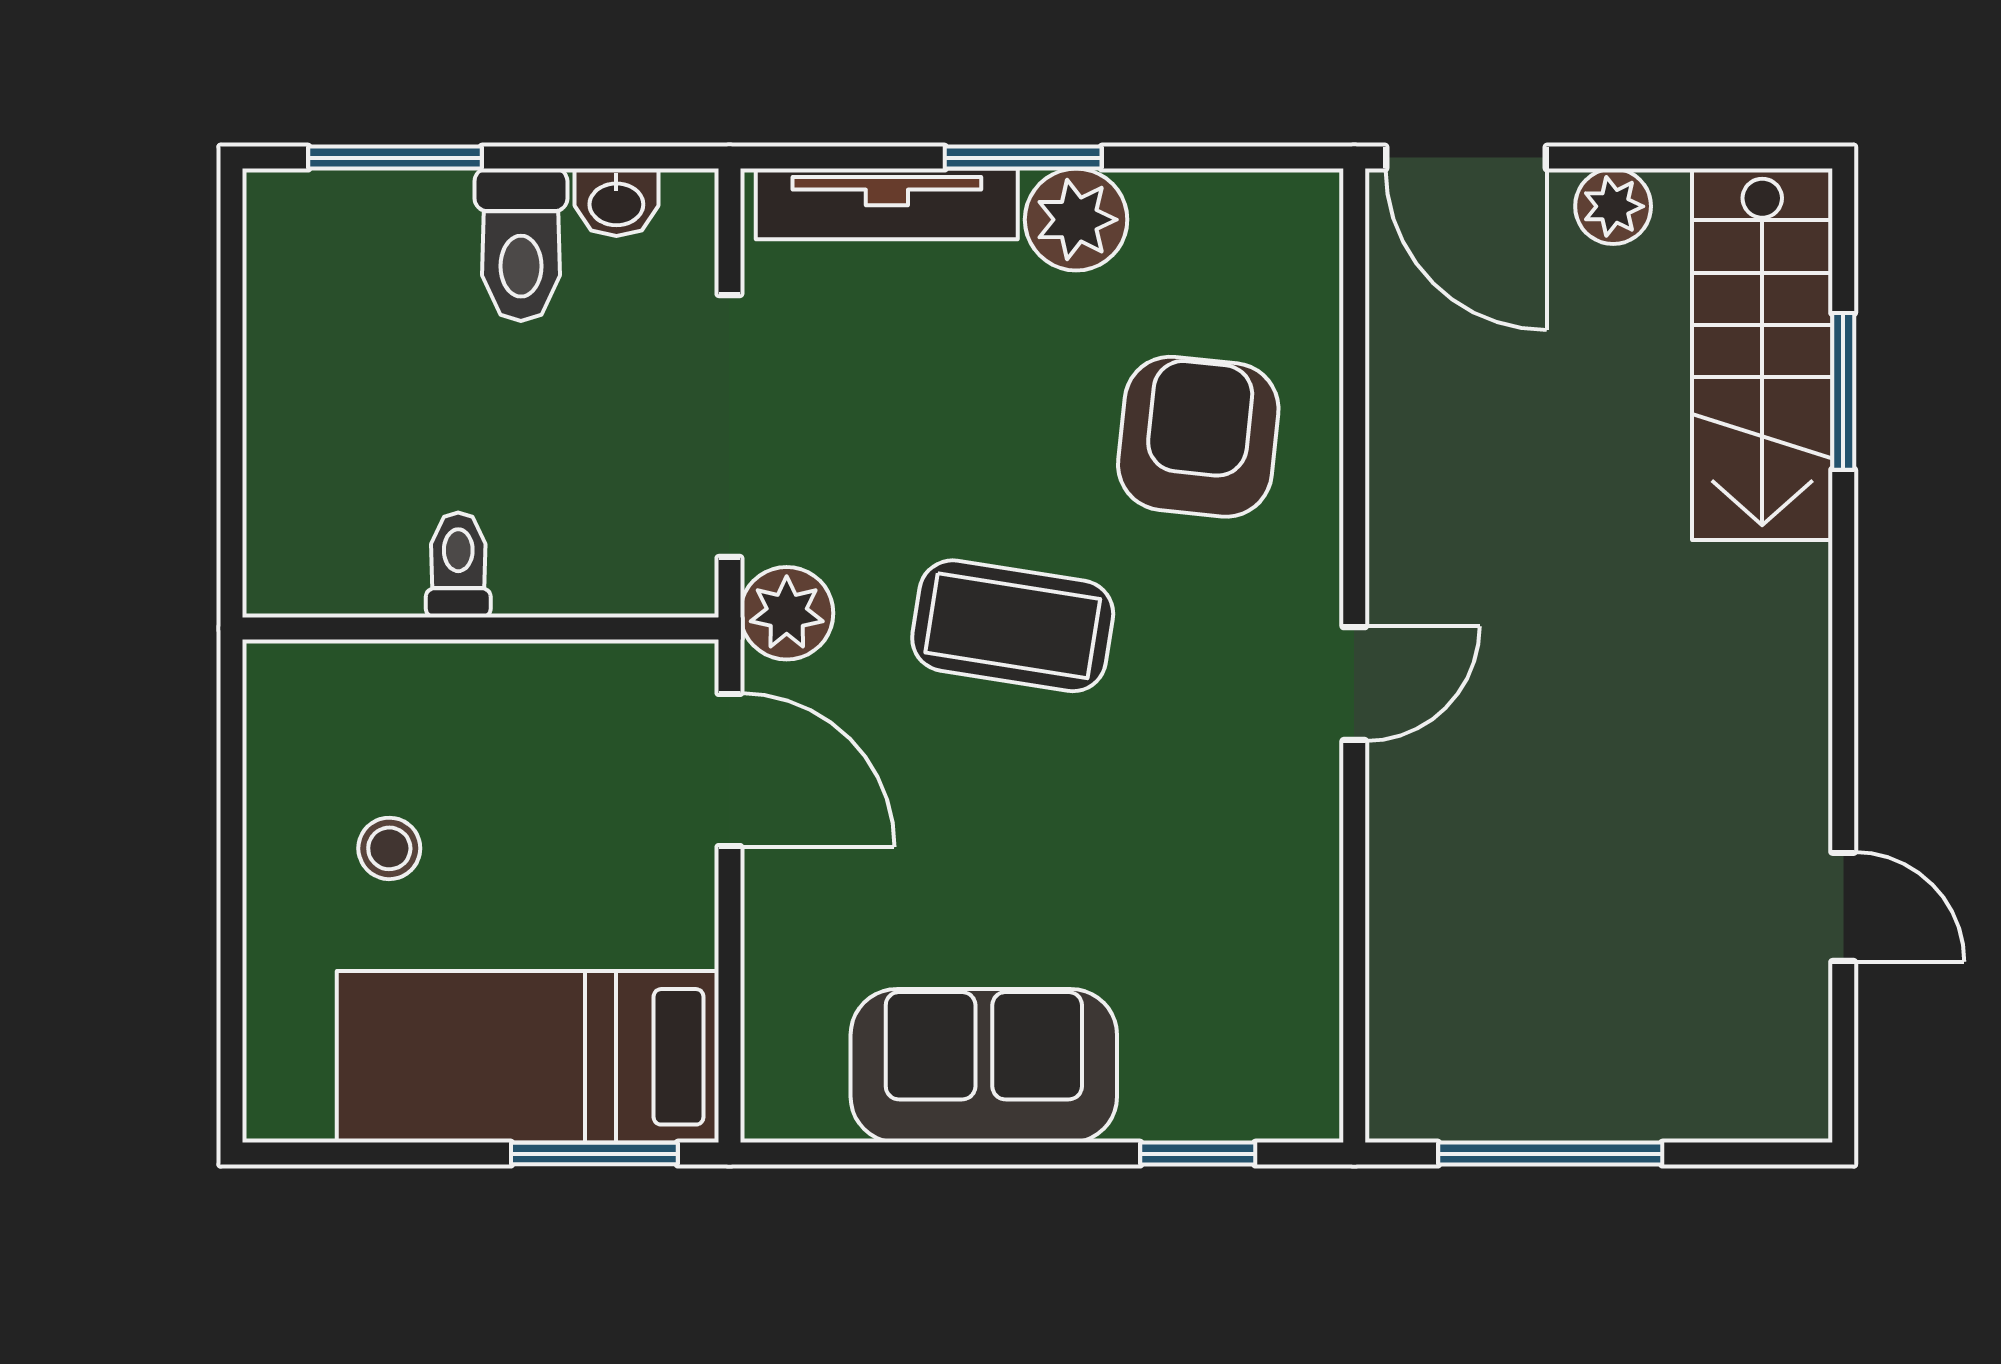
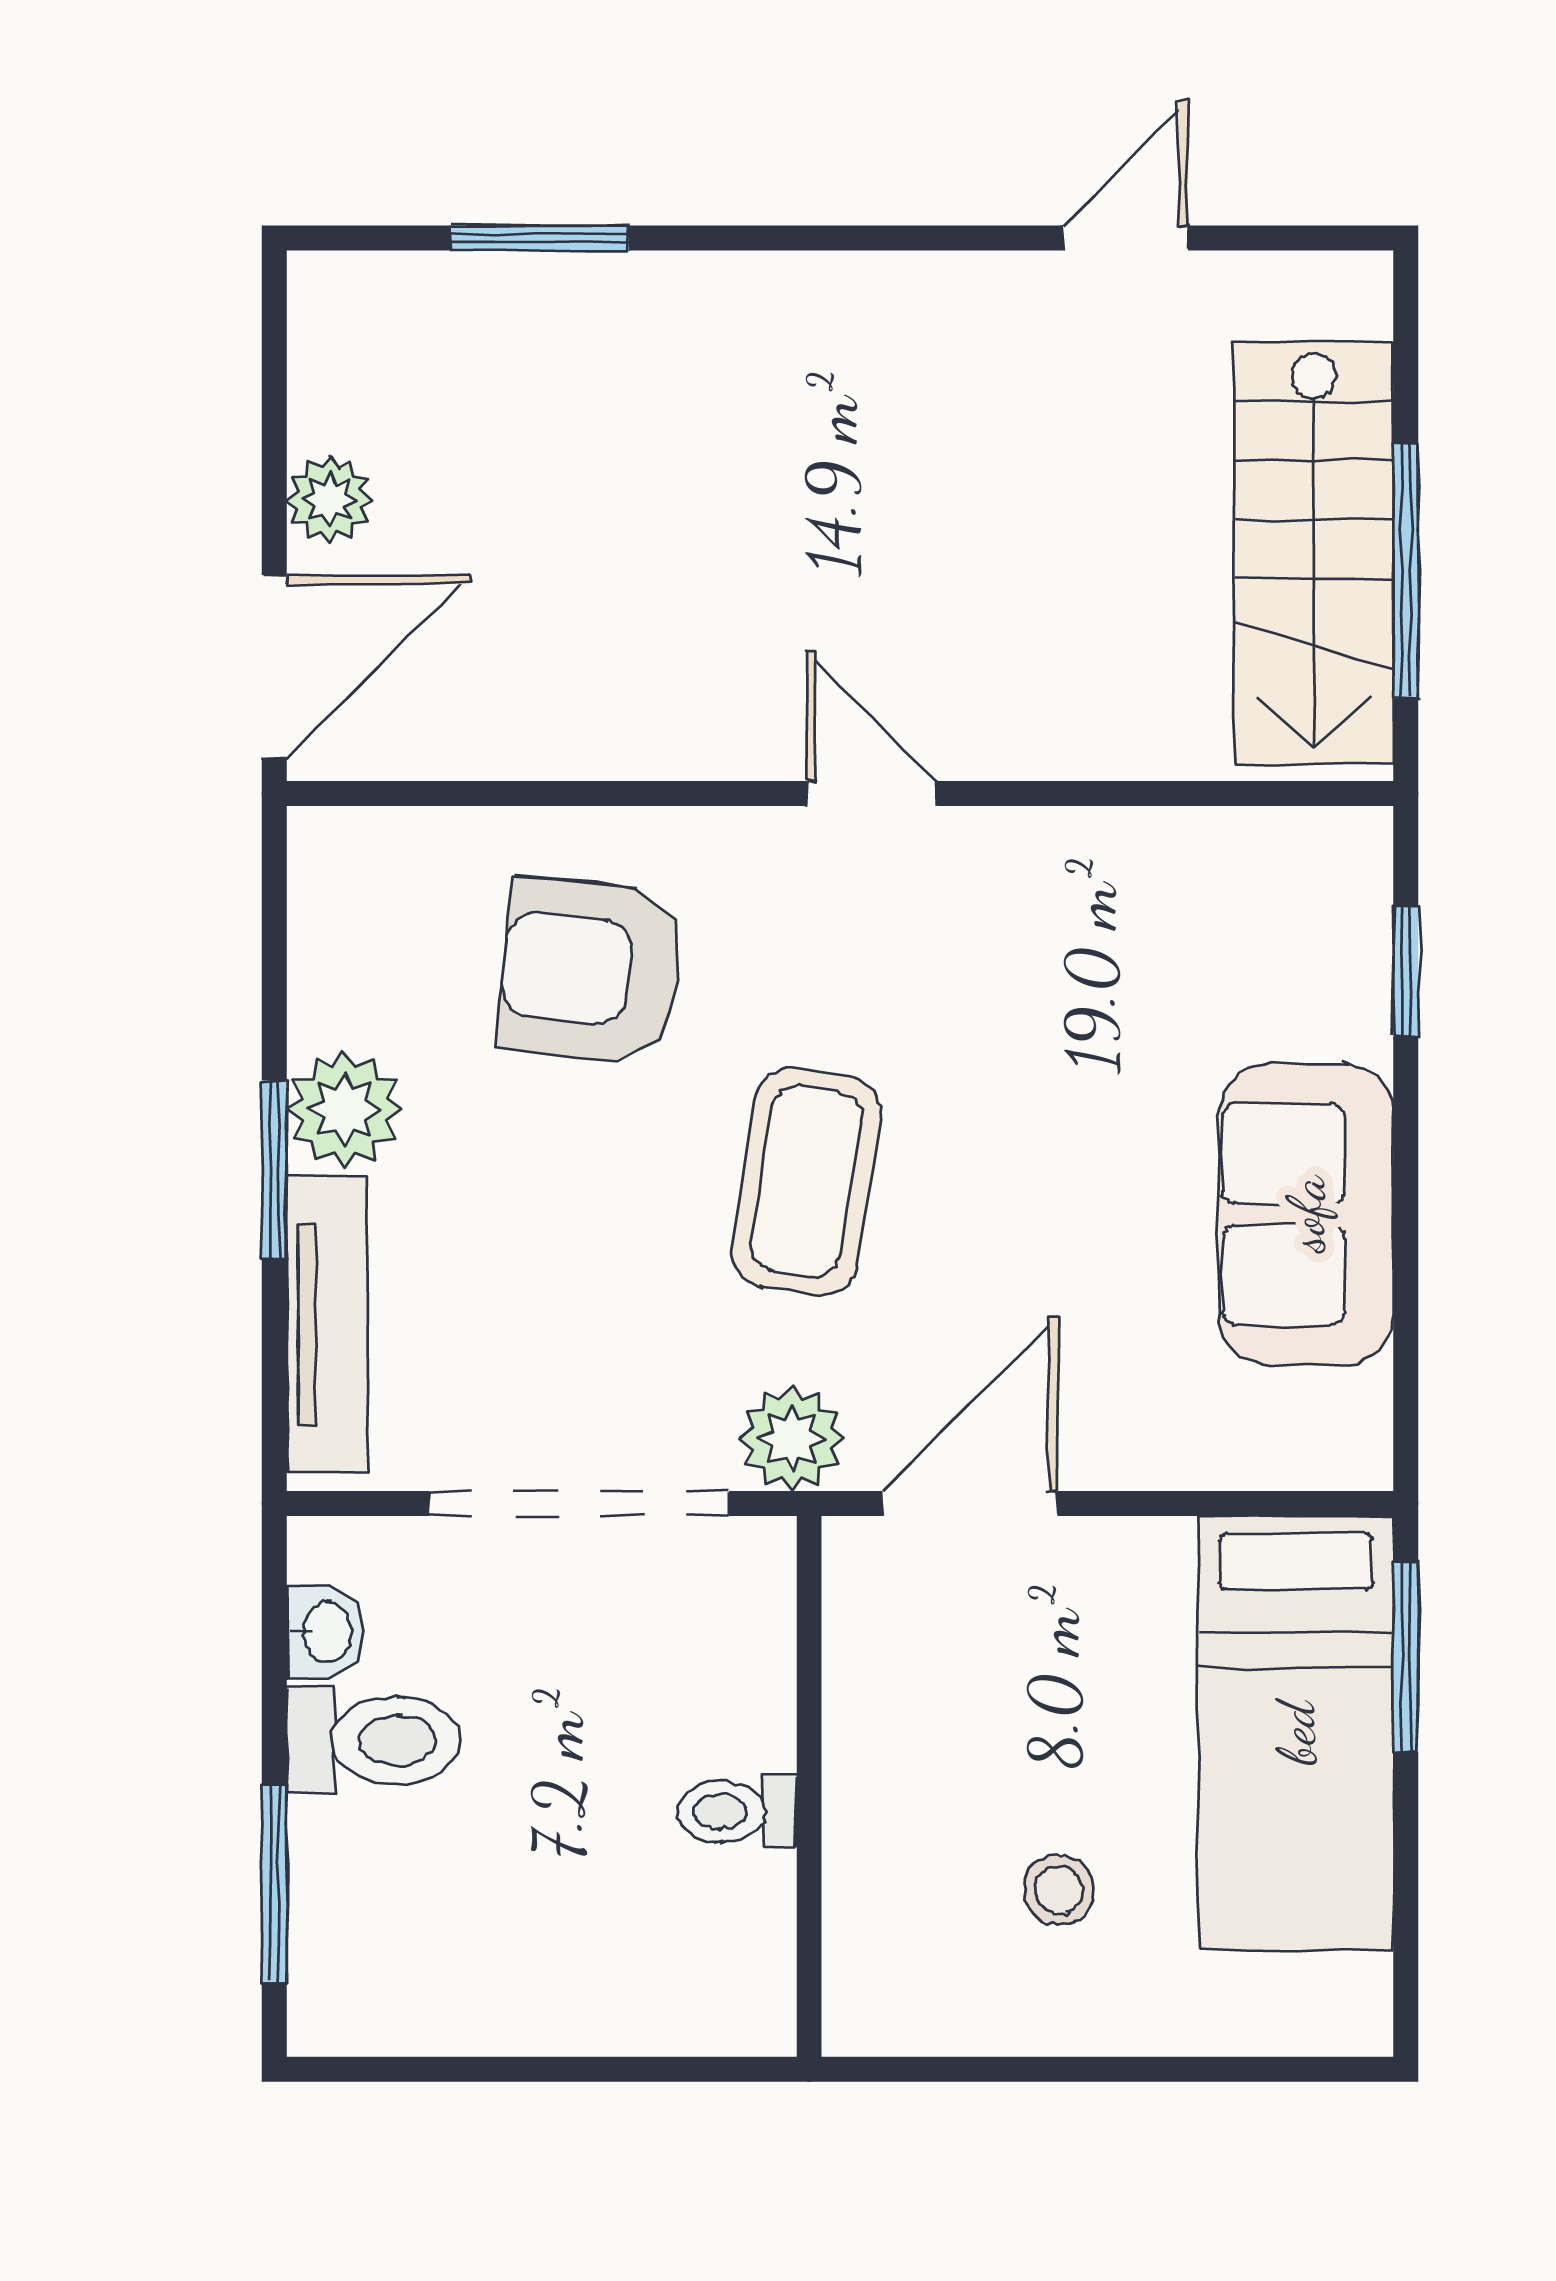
stairs: (1762, 354) -> (1314, 553), moved, turned 90

